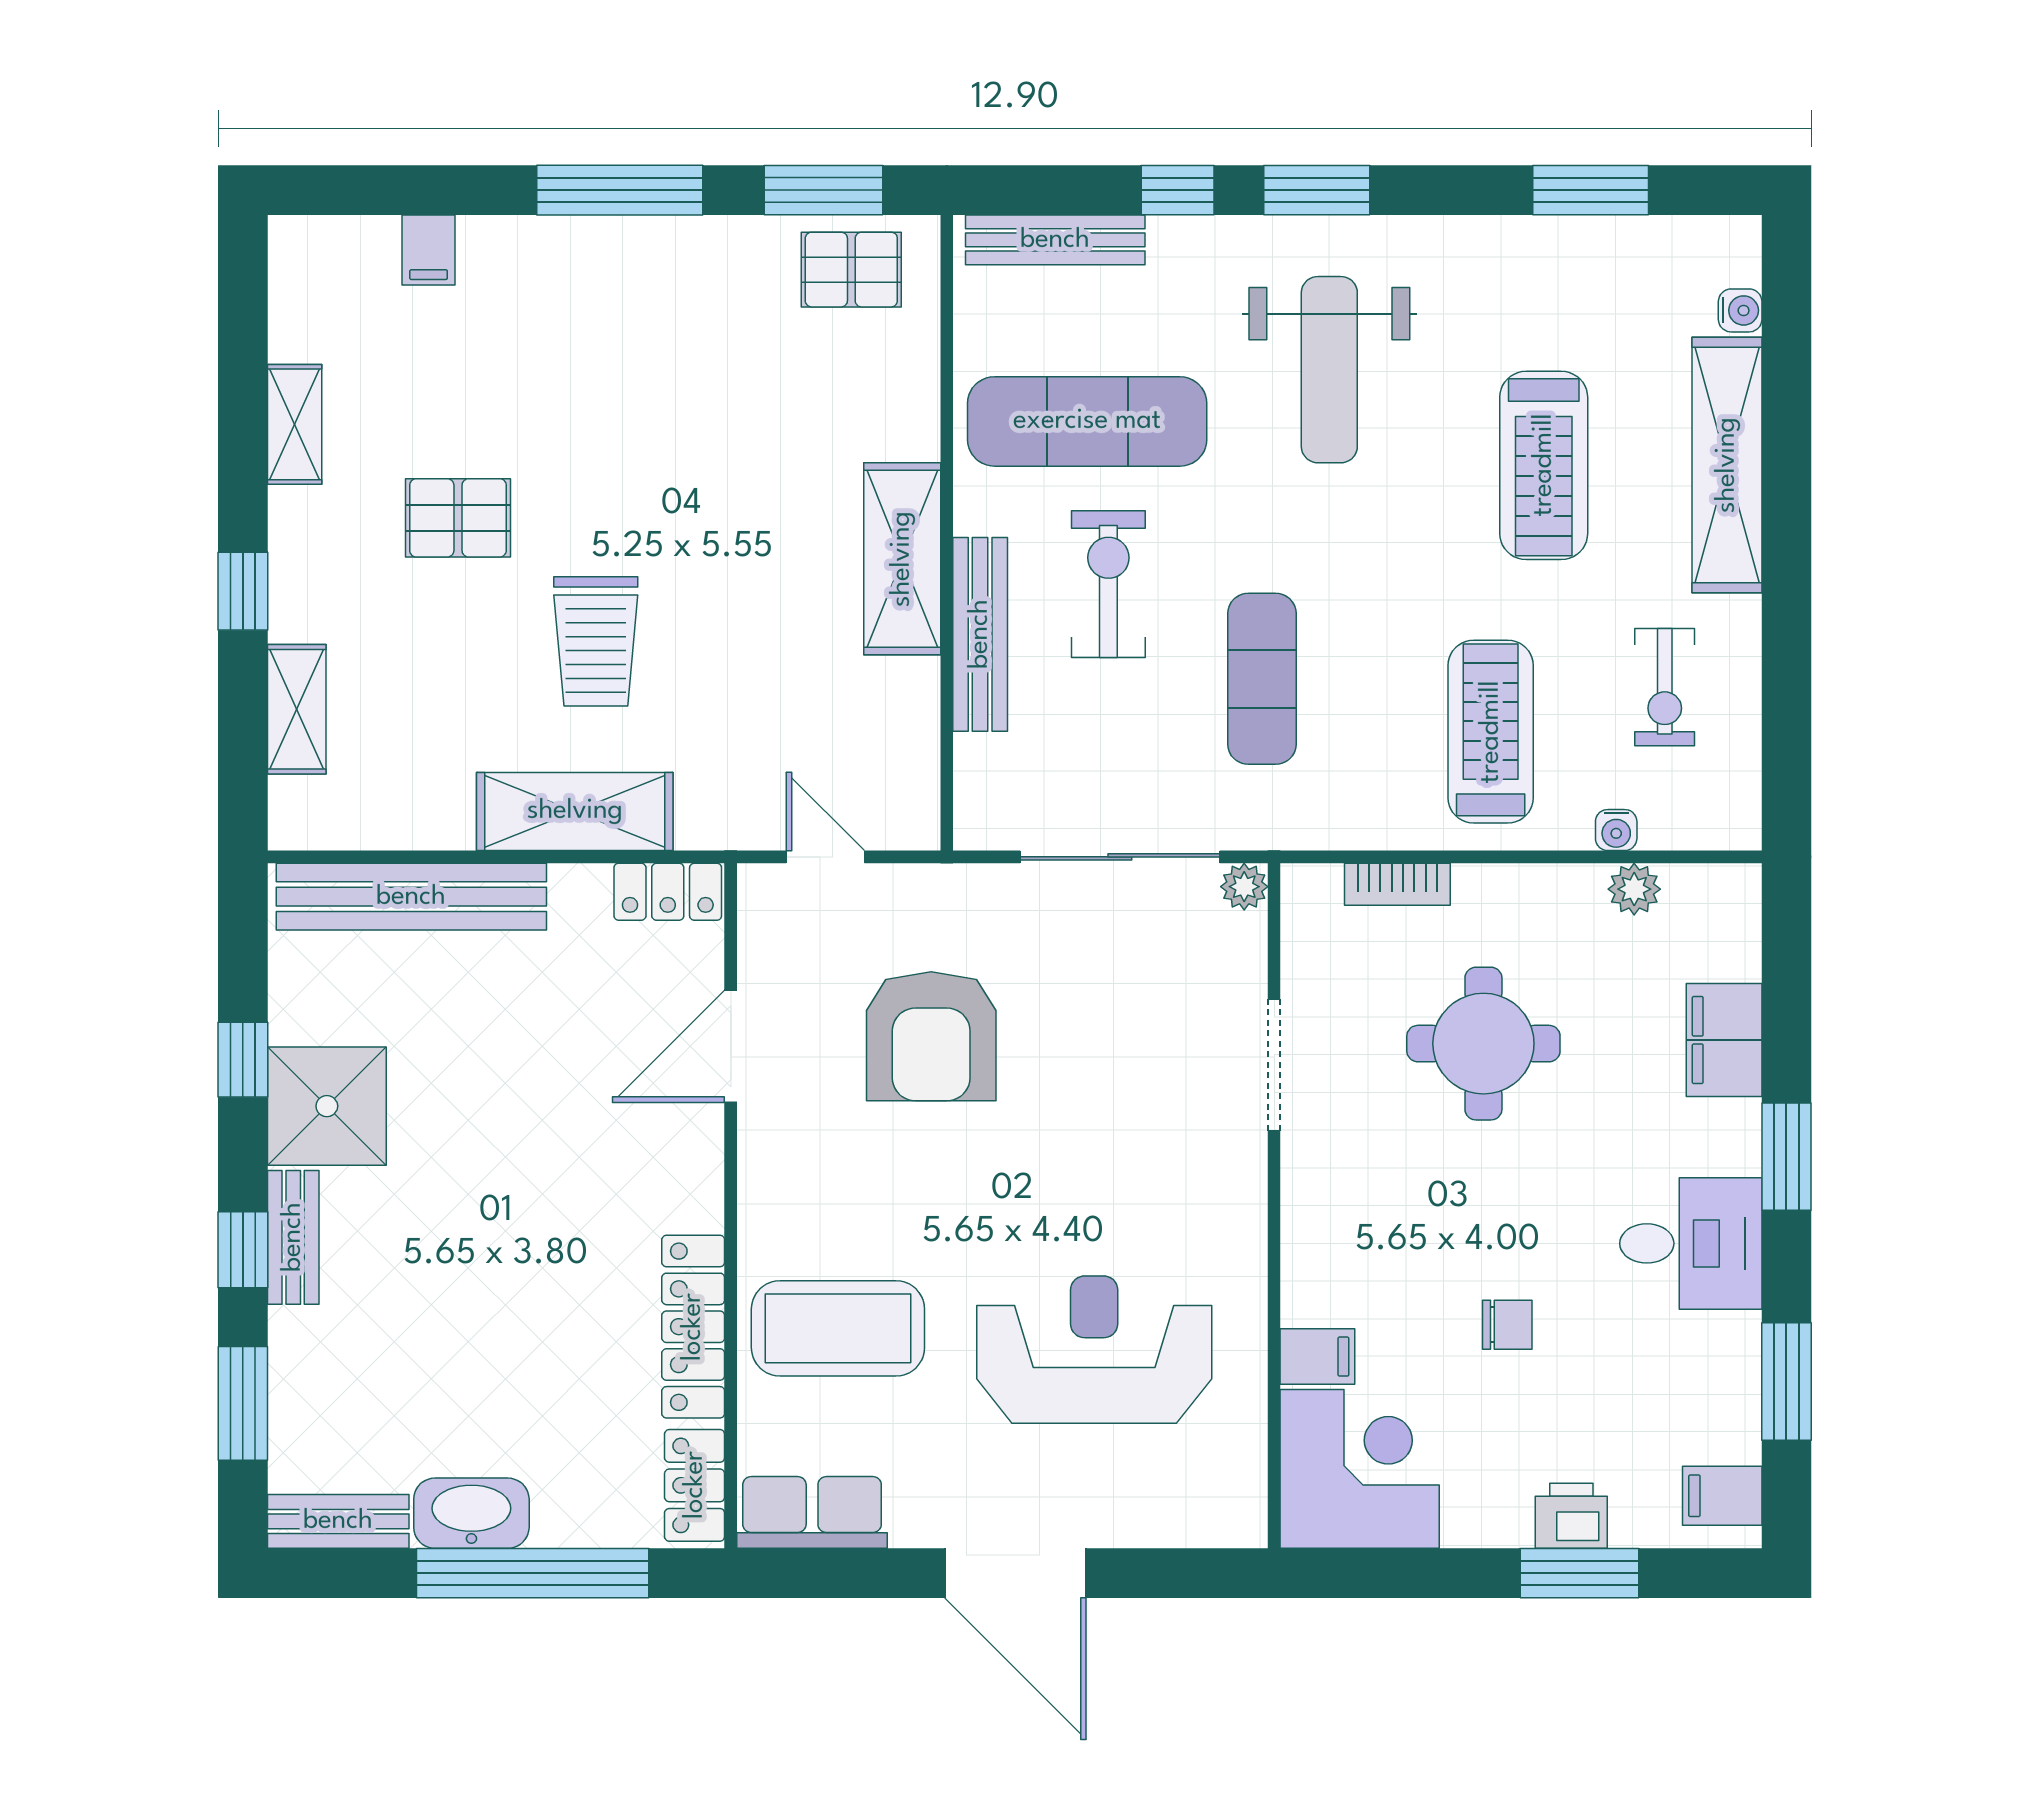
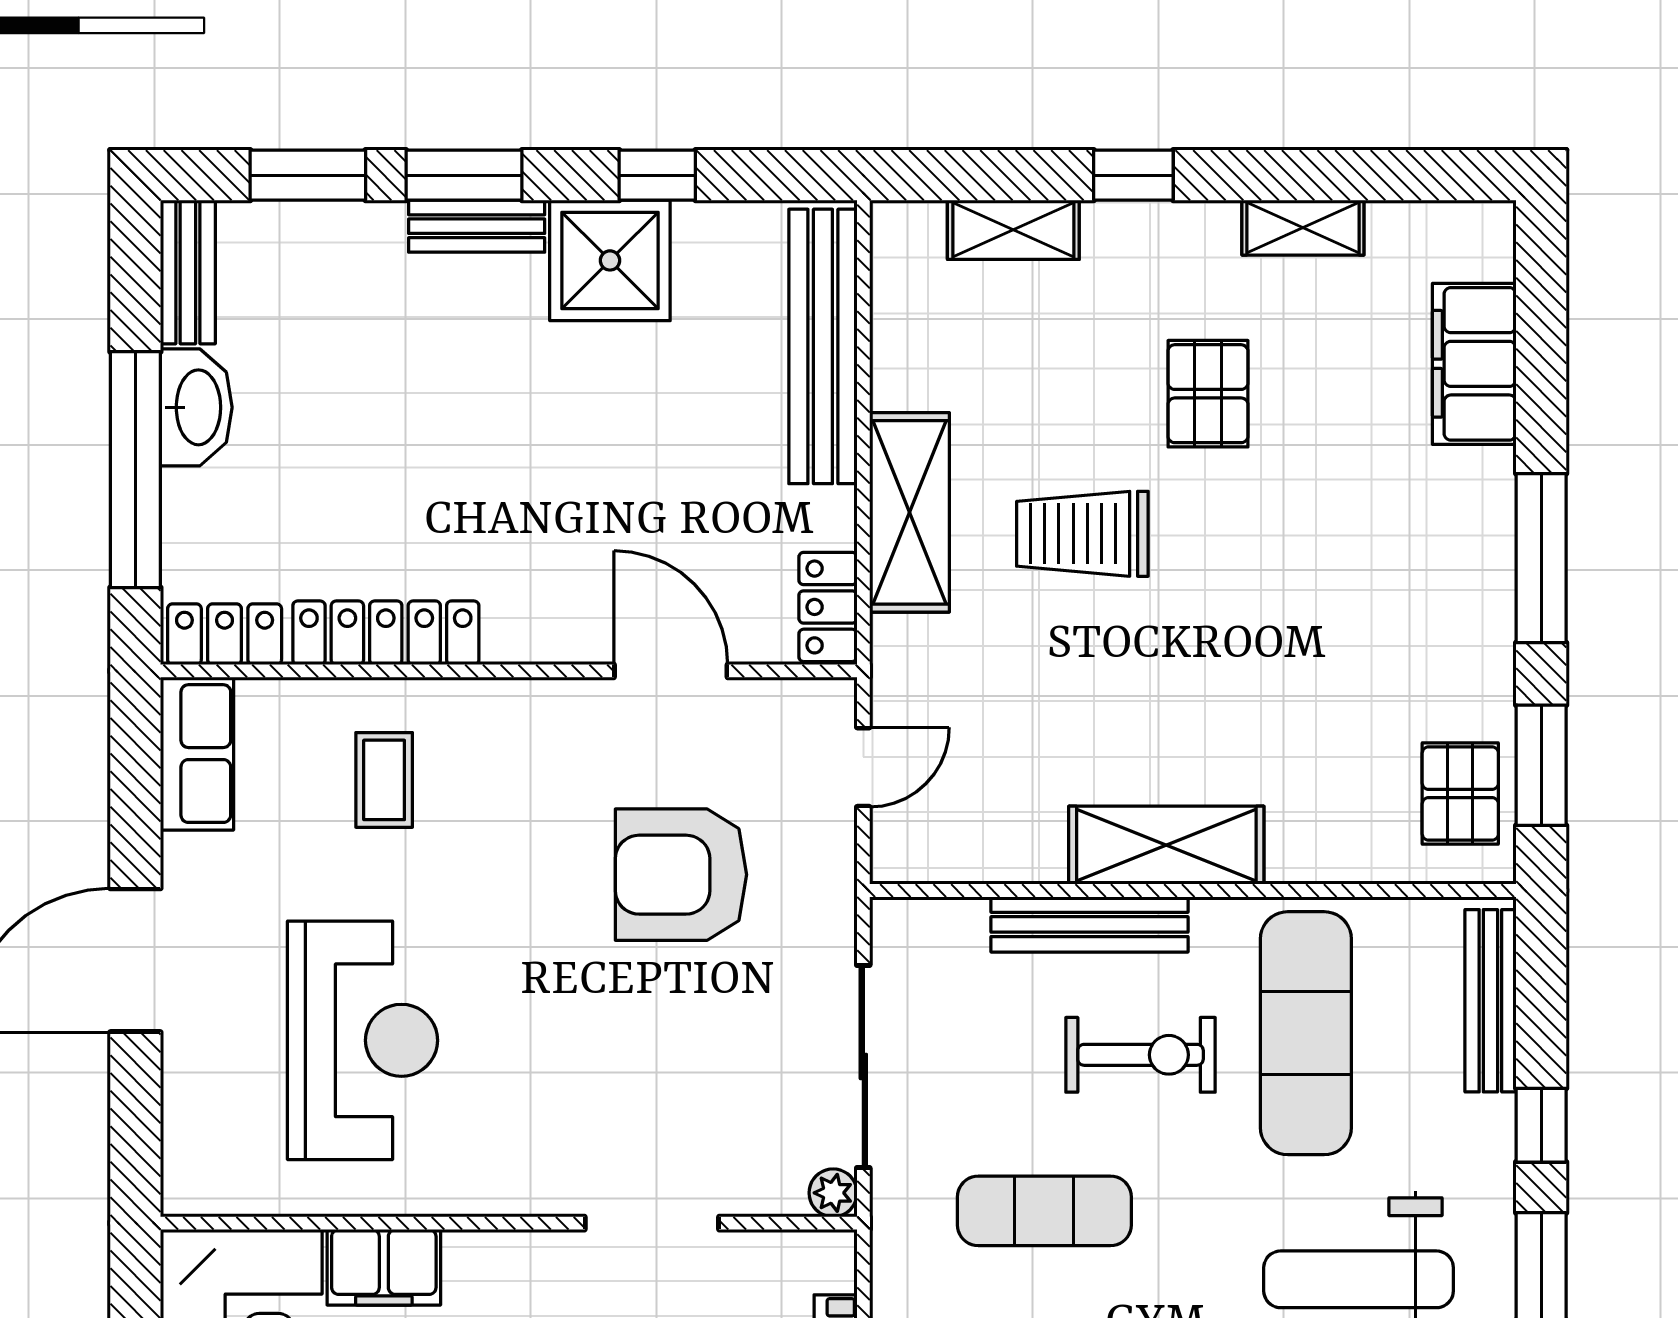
filing cabinet: (429, 250) -> (1474, 364), width x3.00, depth x1.17
window: (243, 1250) -> (464, 175), width x1.50
coffee table: (838, 1328) -> (384, 780), width x0.54, depth x0.58
filing cabinet: (1317, 1357) -> (384, 1267), width x2.00

